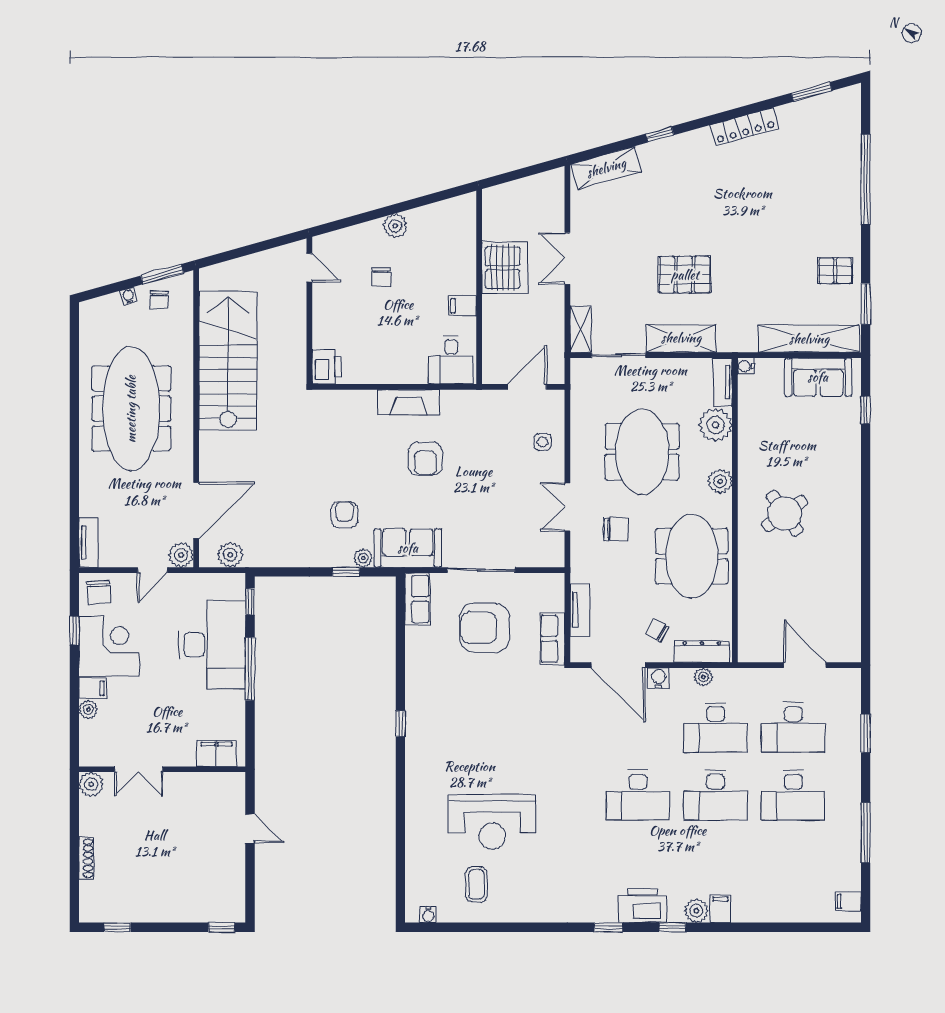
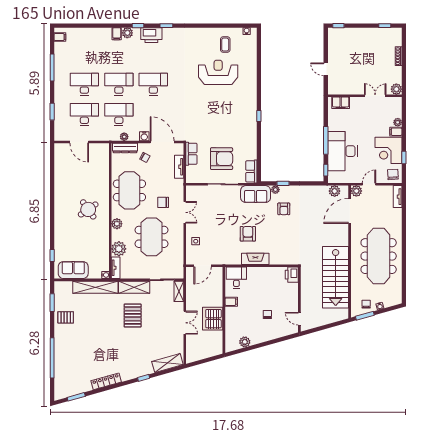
plant: (395, 226) -> (245, 342), moved
pallet: (685, 275) -> (133, 316), turned 90
shelving: (809, 339) -> (95, 287), moved

